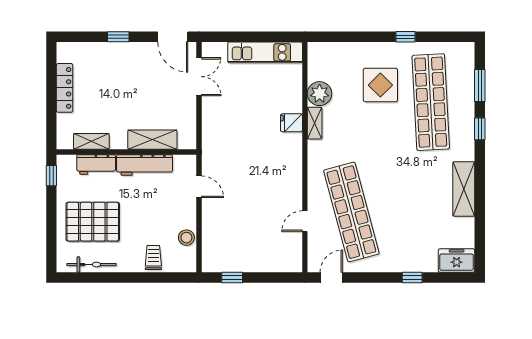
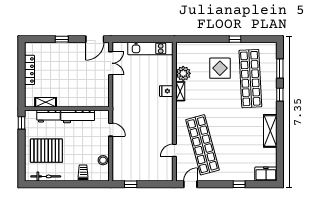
door: (173, 37) -> (95, 39), hinge flipped
shelving: (152, 140) -> (82, 101), removed

